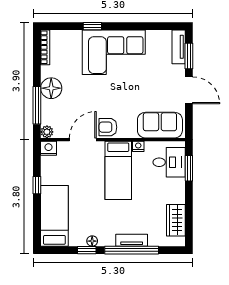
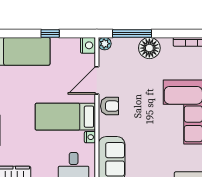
armchair: (108, 127) -> (110, 106), turned 90
door: (83, 140) -> (97, 80), swing flipped

